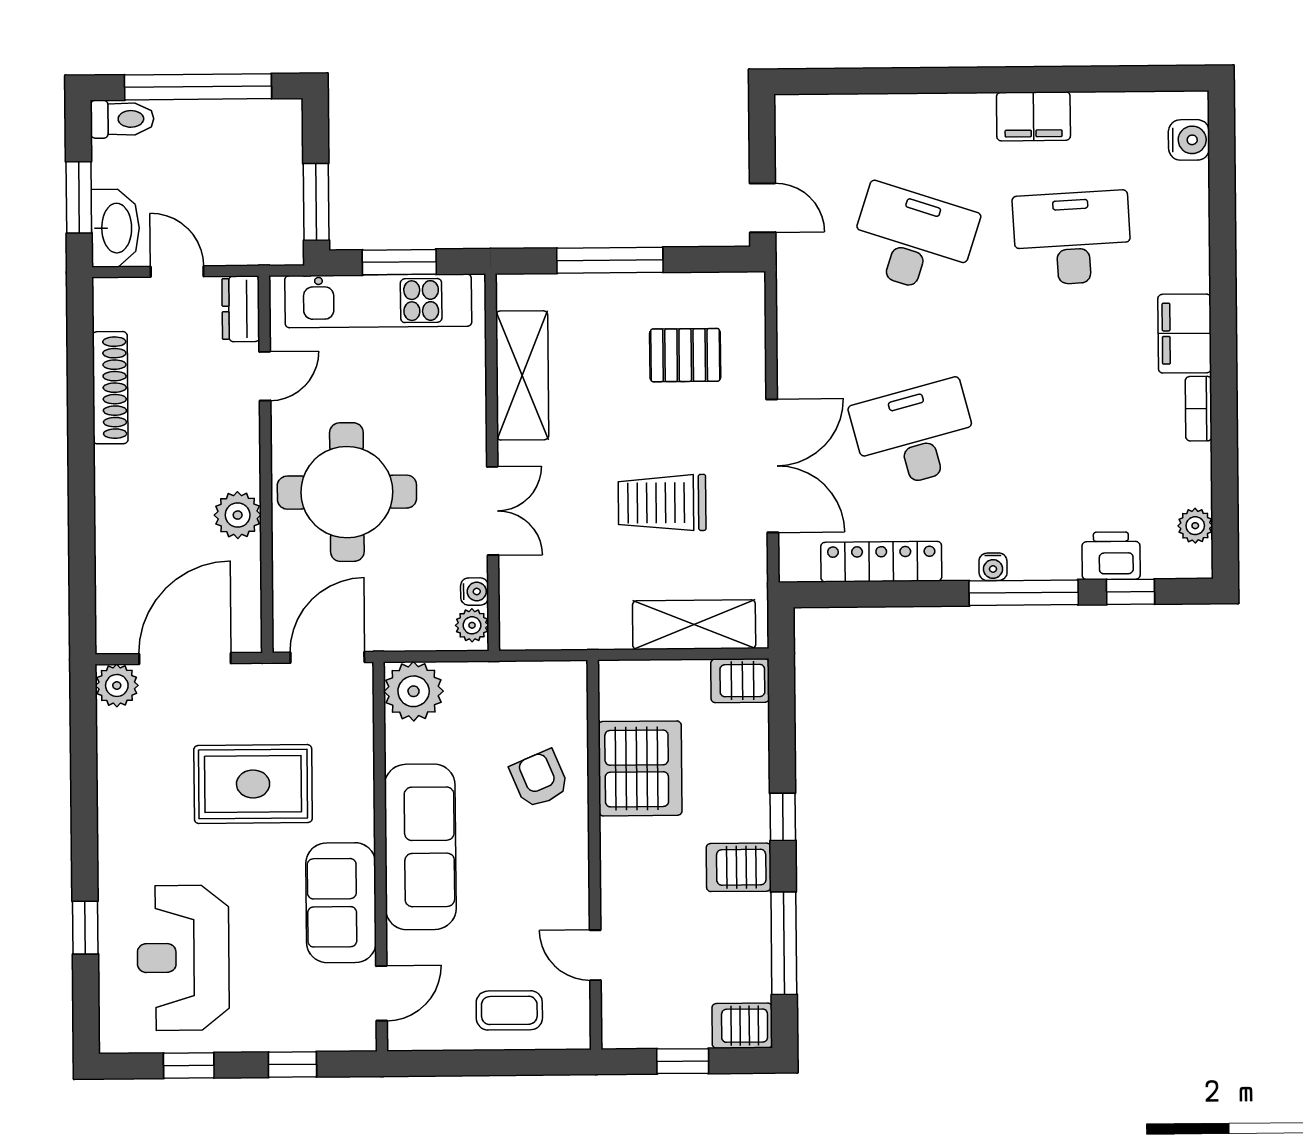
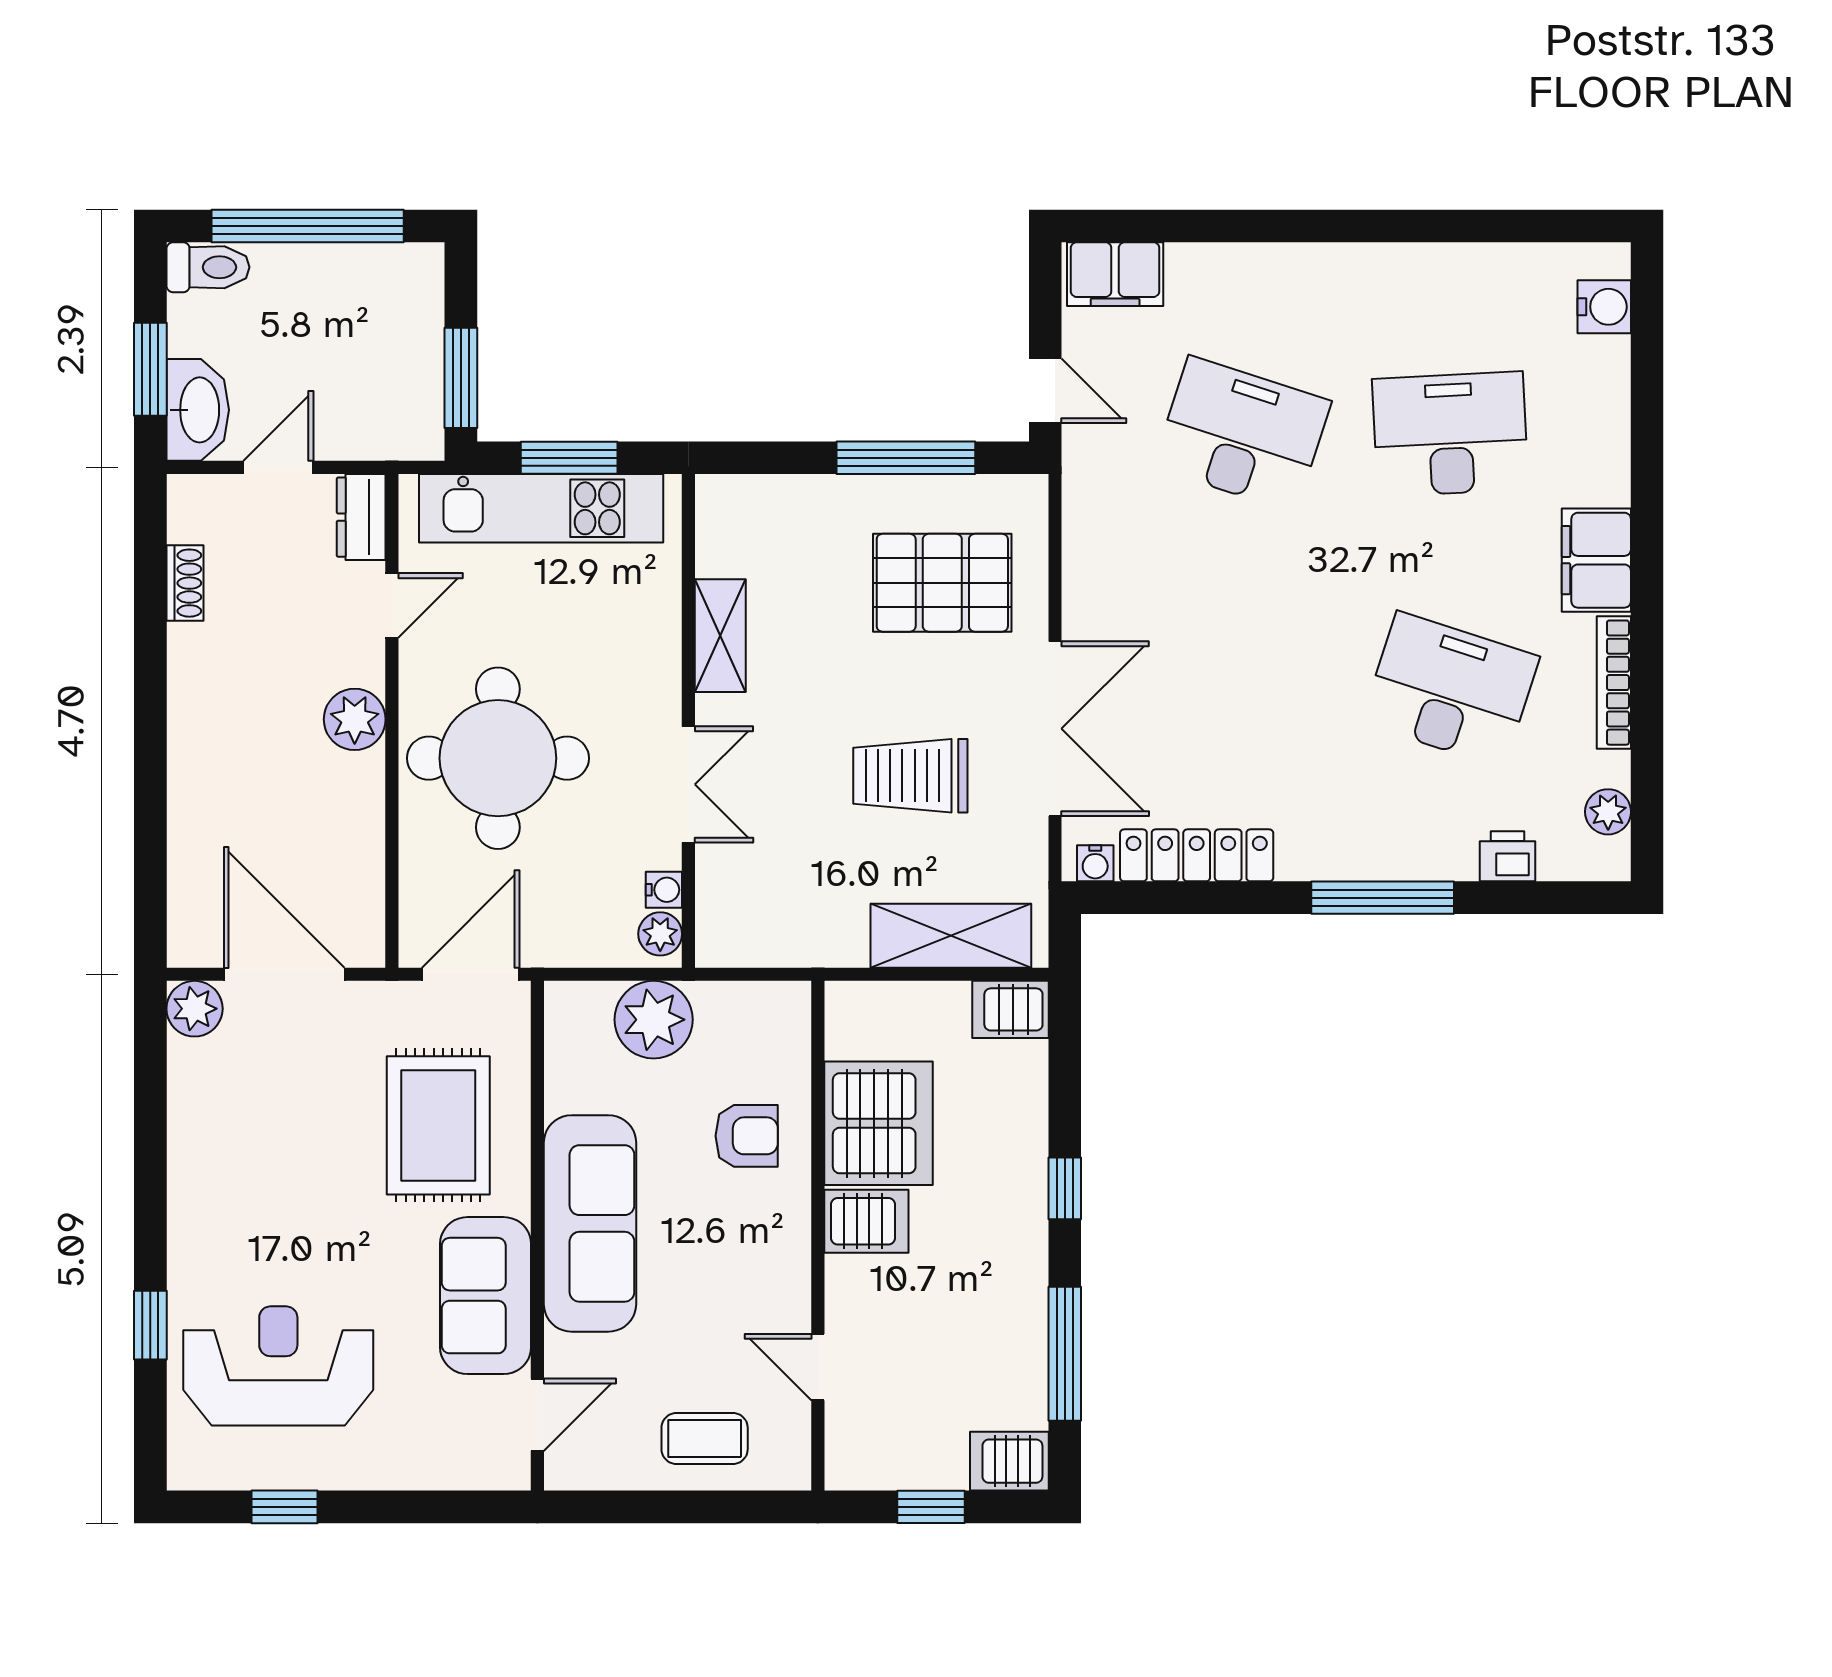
filing cabinet: (1033, 116) -> (1115, 274), moved
window: (610, 260) -> (906, 458), moved
door: (177, 271) -> (278, 467), hinge flipped
pallet: (685, 355) -> (942, 583), width x1.50, depth x1.42
shelving: (522, 375) -> (720, 636), width x0.67, depth x0.75
shoe rack: (110, 388) -> (185, 583), width x0.51, depth x0.81
bookcase: (1199, 409) -> (1614, 683), width x1.56
desk: (915, 435) -> (1450, 690), moved, turned 33
plant: (238, 515) -> (355, 719), moved
printer: (1111, 556) -> (1507, 856), width x0.73, depth x0.81
water cooler: (993, 567) -> (1095, 863), moved
window: (1130, 592) -> (1522, 898), removed
door: (185, 659) -> (284, 974), hinge flipped
plant: (414, 691) -> (654, 1020), moved
armchair: (539, 779) -> (747, 1136), turned 113
rug: (253, 784) -> (438, 1125), moved, turned 90
server rack: (739, 867) -> (866, 1221), moved, turned 180
reception desk: (183, 958) -> (278, 1366), turned 90
window: (292, 1065) -> (420, 1507), removed

